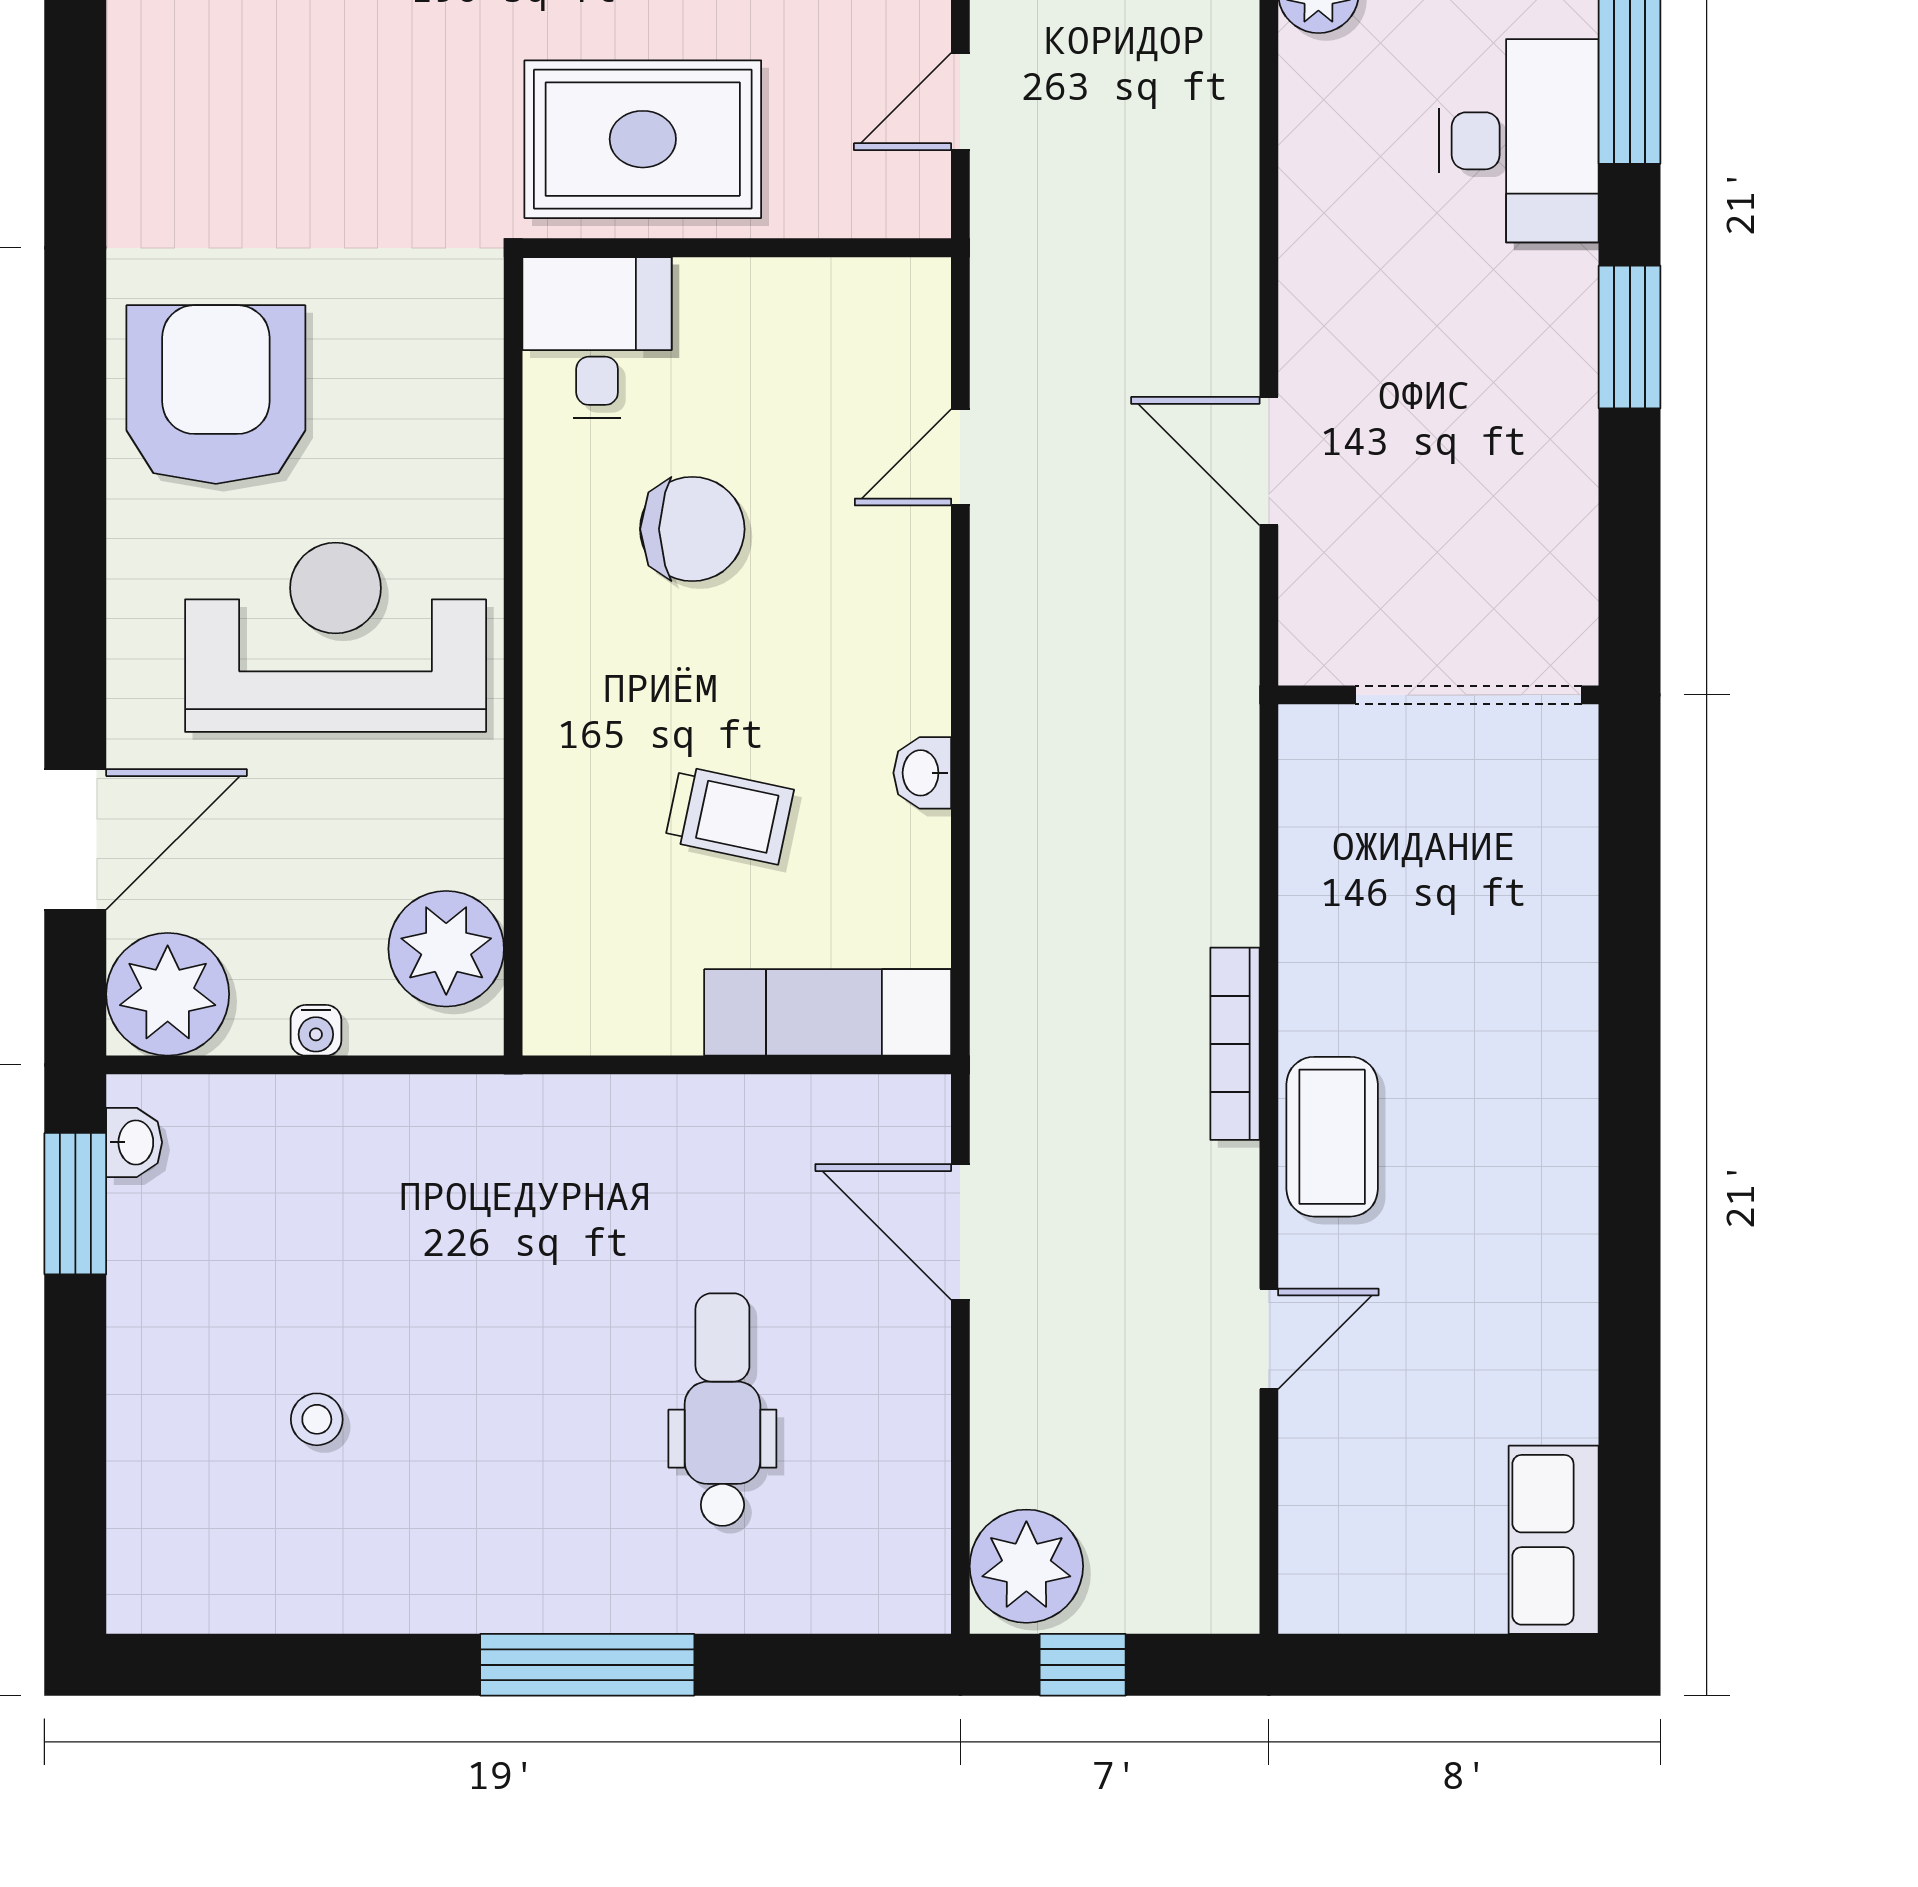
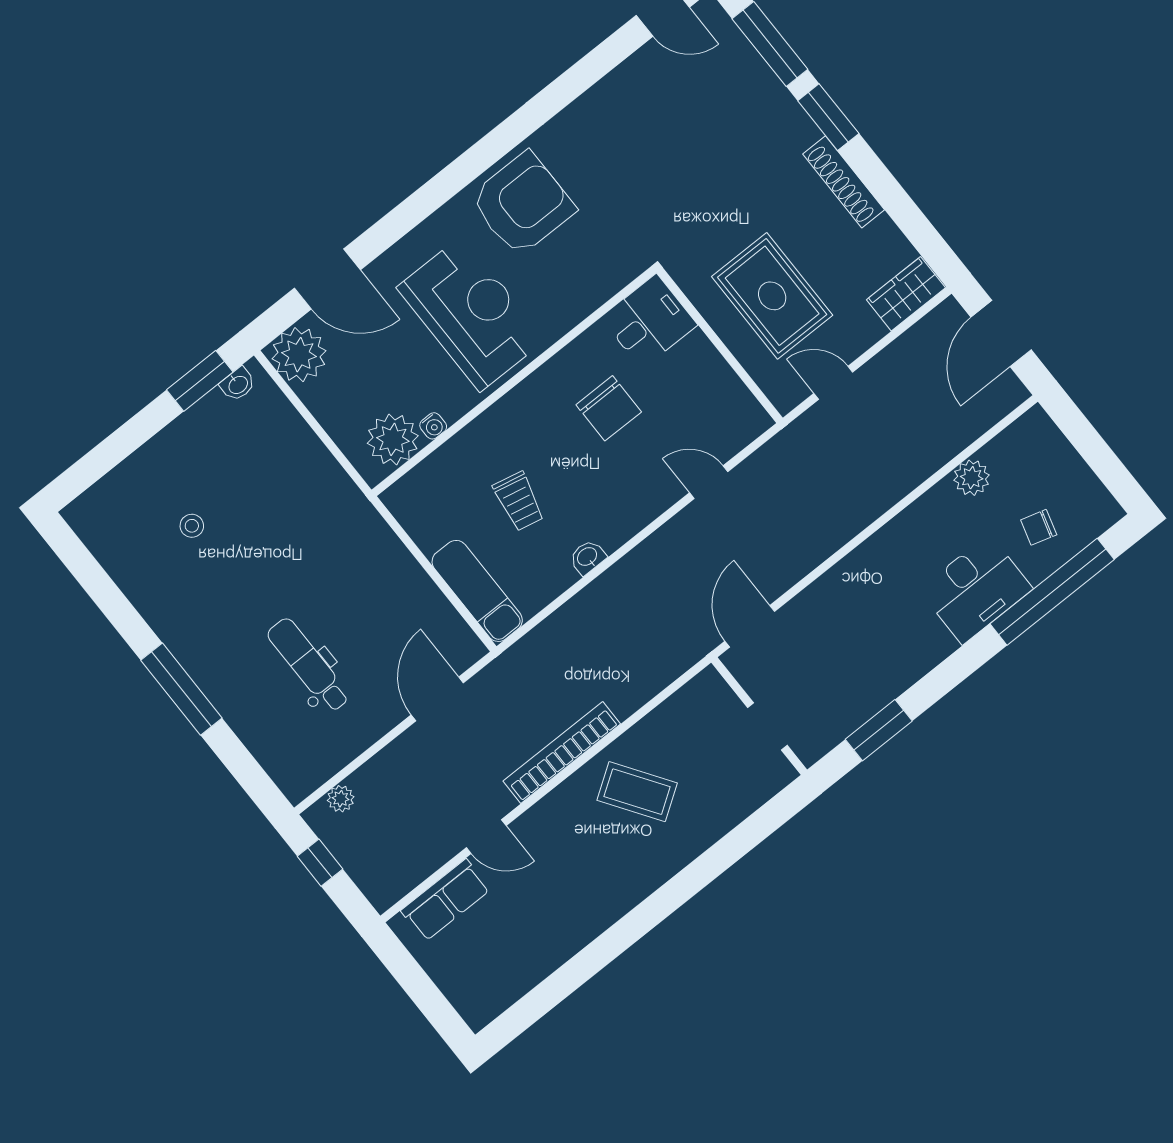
rug: (643, 139) -> (772, 296), moved
window: (1630, 337) -> (879, 730), moved
door: (1269, 461) -> (750, 626), moved
doorway: (1468, 695) -> (767, 726), width x0.53
water cooler: (316, 1030) -> (433, 426), moved, turned -90
bookcase: (1235, 1044) -> (562, 753), width x1.48, depth x1.31
coffee table: (1332, 1137) -> (637, 792), moved, turned 56
dental chair: (722, 1410) -> (309, 665), turned -90
row of seats: (1554, 1540) -> (446, 900), moved, turned 180
plant: (1026, 1566) -> (341, 799), width x0.53, depth x0.53

